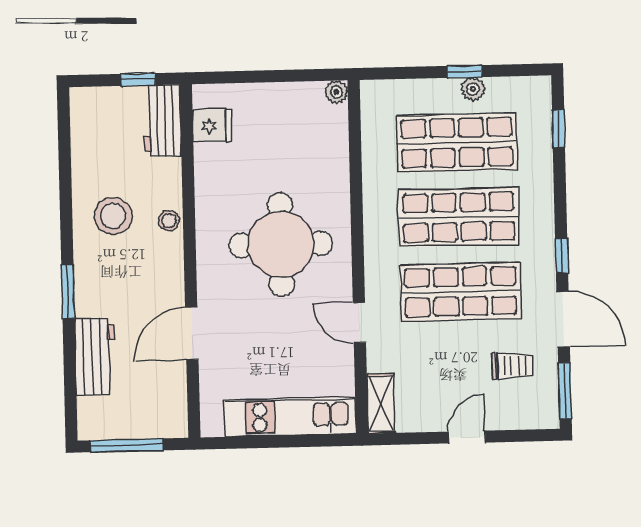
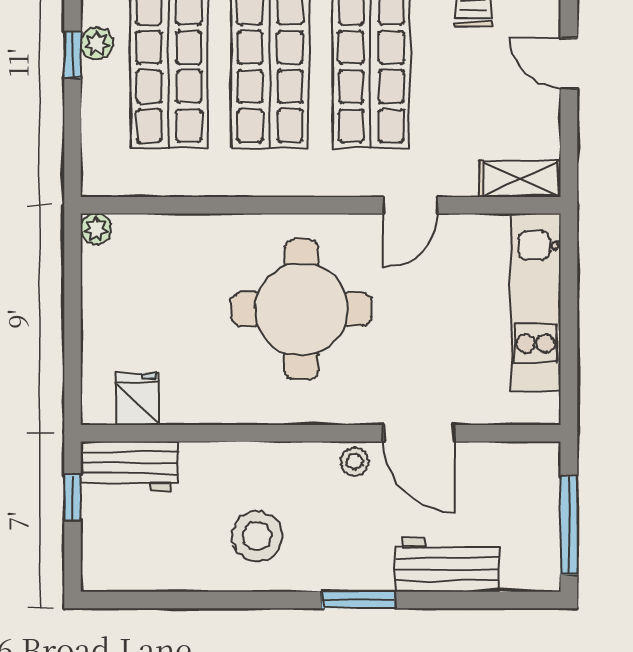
stool: (169, 220) -> (355, 461), moved

